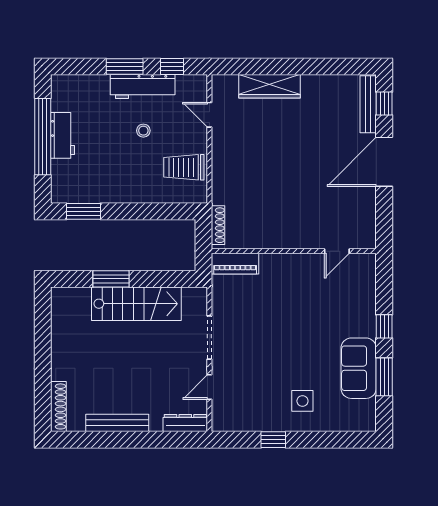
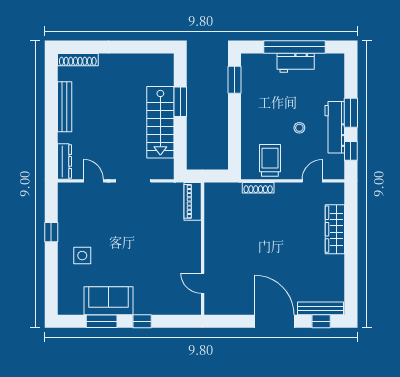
shoe rack: (218, 225) -> (258, 188), moved

